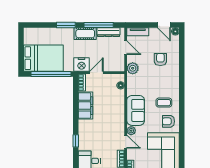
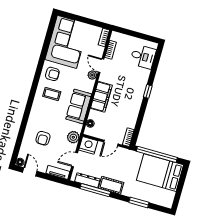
window: (66, 25) -> (139, 202), moved
door: (126, 48) -> (75, 160), hinge flipped
nightstand: (82, 65) -> (88, 145), moved
filing cabinet: (86, 106) -> (101, 97), moved, turned 180
sofa: (136, 110) -> (79, 107), moved
window: (76, 141) -> (148, 91), moved

